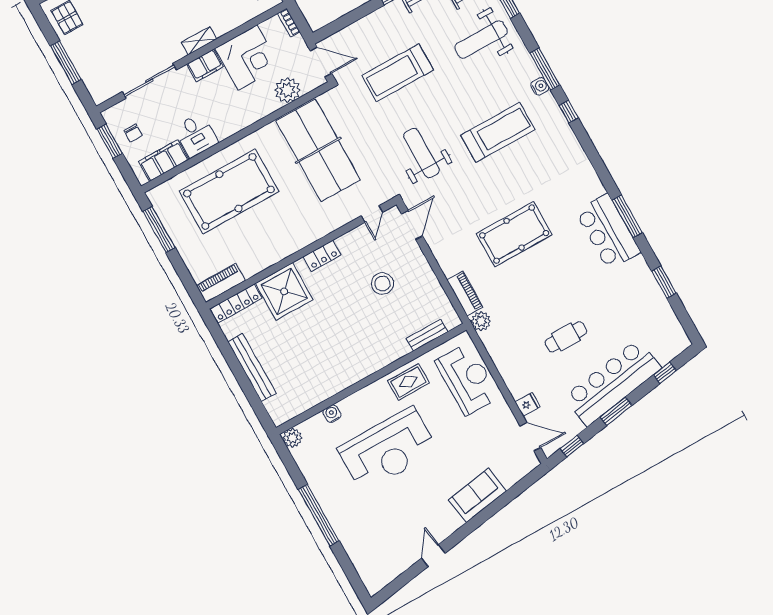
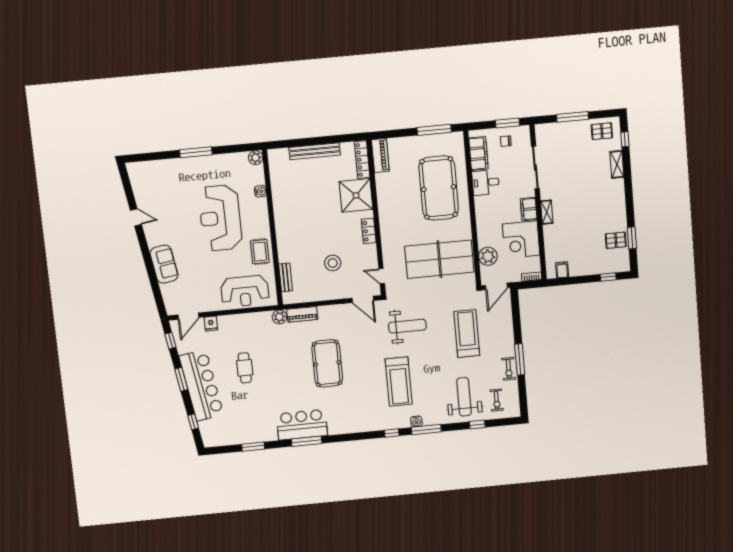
window: (319, 515) -> (196, 152), width x0.68

